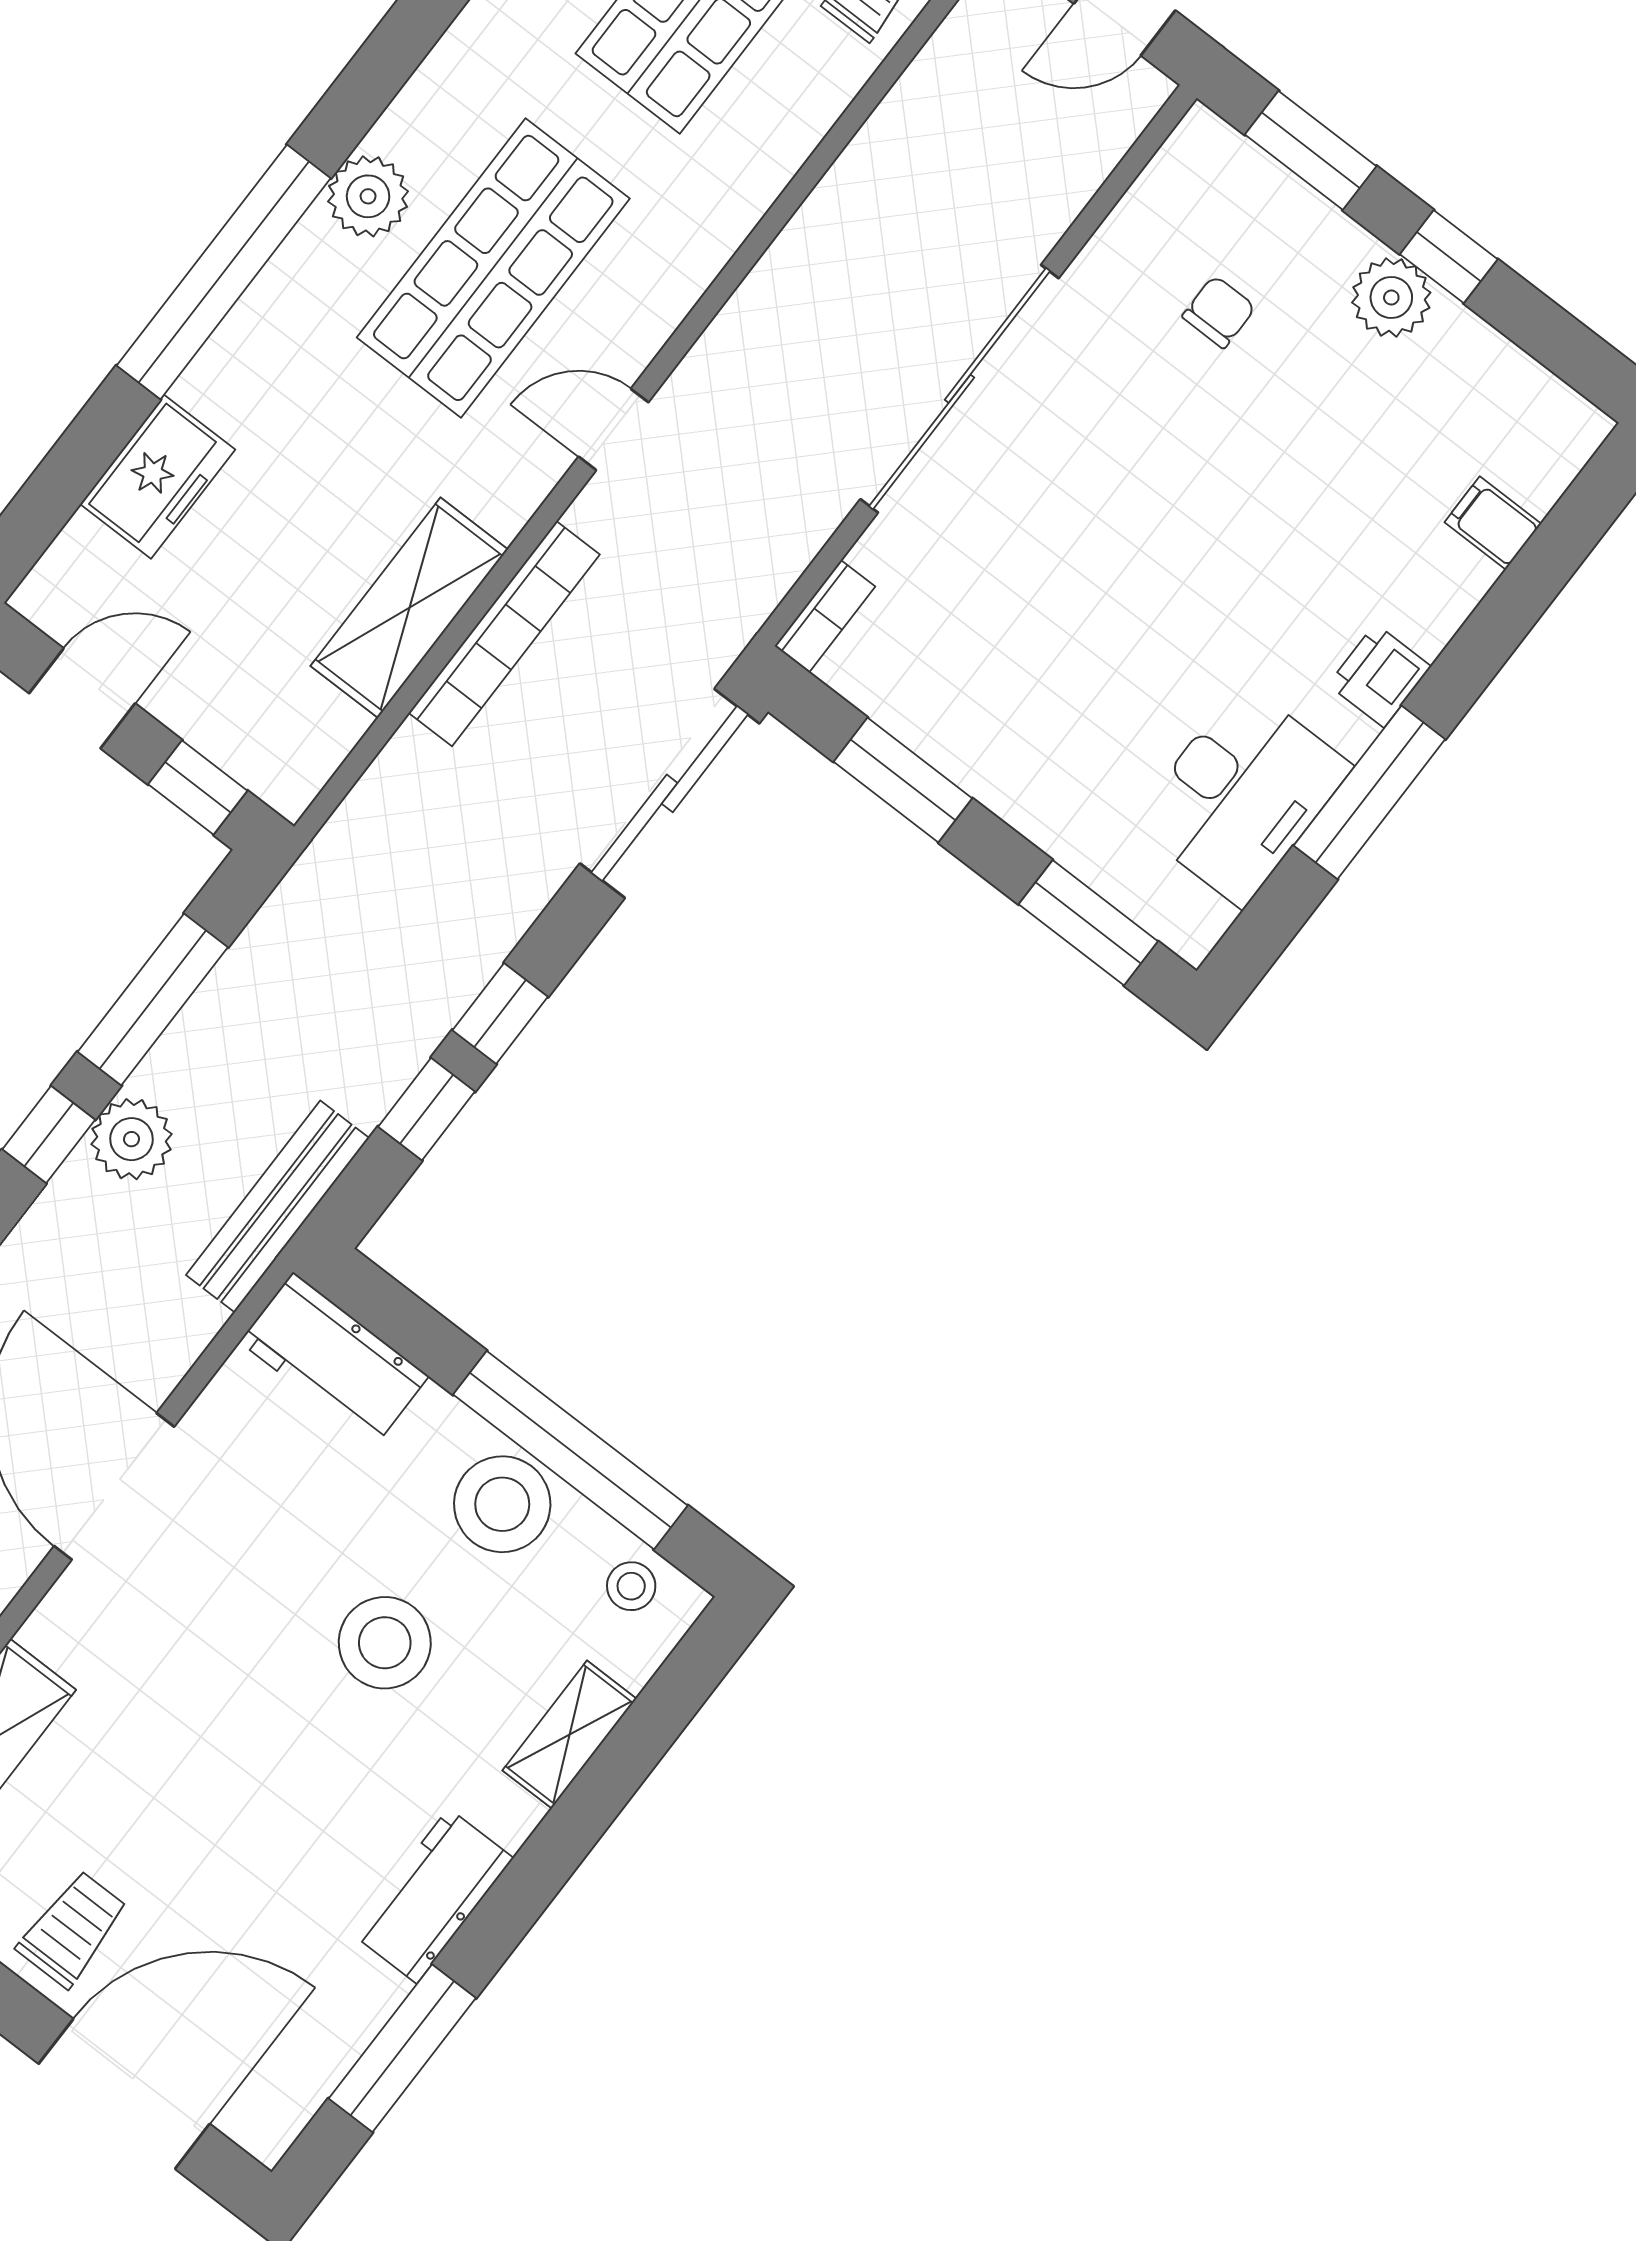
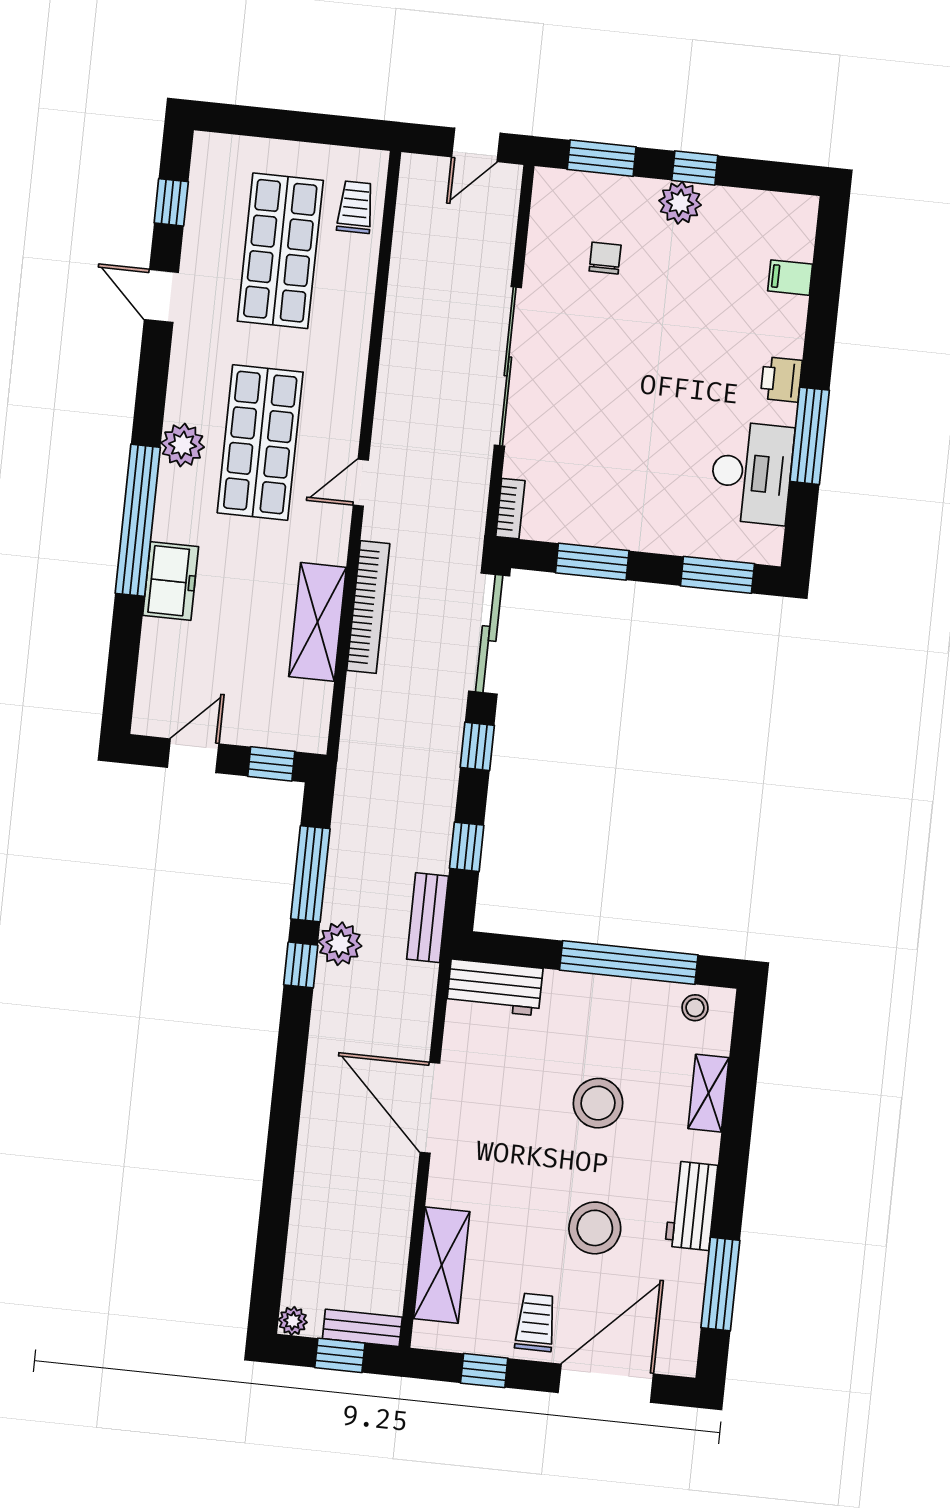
freezer: (158, 477) -> (171, 581), moved
window: (500, 1014) -> (477, 746), moved
bench: (278, 1207) -> (428, 918), width x0.73
stool: (502, 1504) -> (595, 1228), moved

